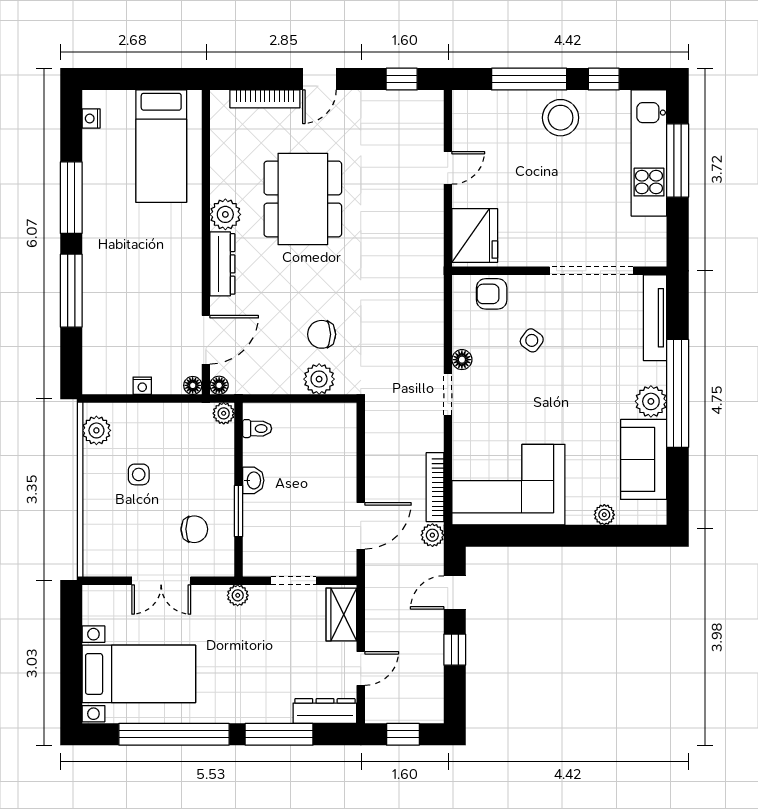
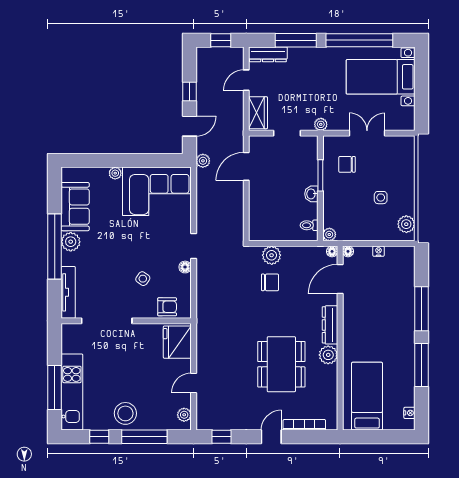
plant: (463, 115) -> (184, 415), added
bookcase: (435, 487) -> (201, 190), removed
plant: (604, 515) -> (115, 173), moved

